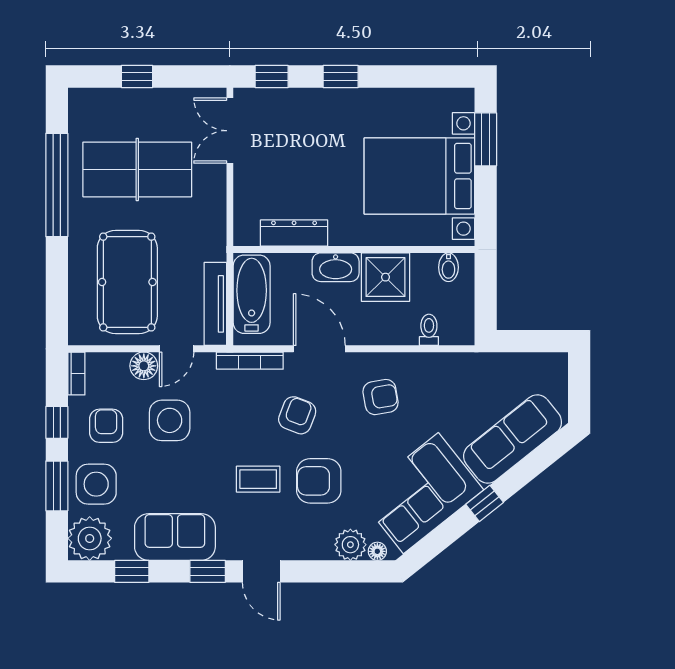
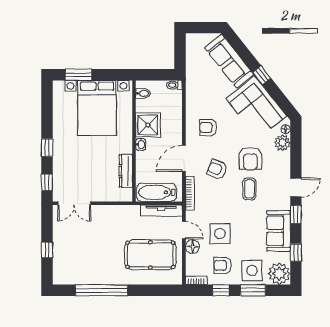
table tennis table: (137, 169) -> (94, 250), removed
washbasin: (336, 267) -> (141, 144), width x0.52, depth x0.69
toilet: (429, 330) -> (174, 85), moved
armchair: (381, 397) -> (208, 128), turned -80

